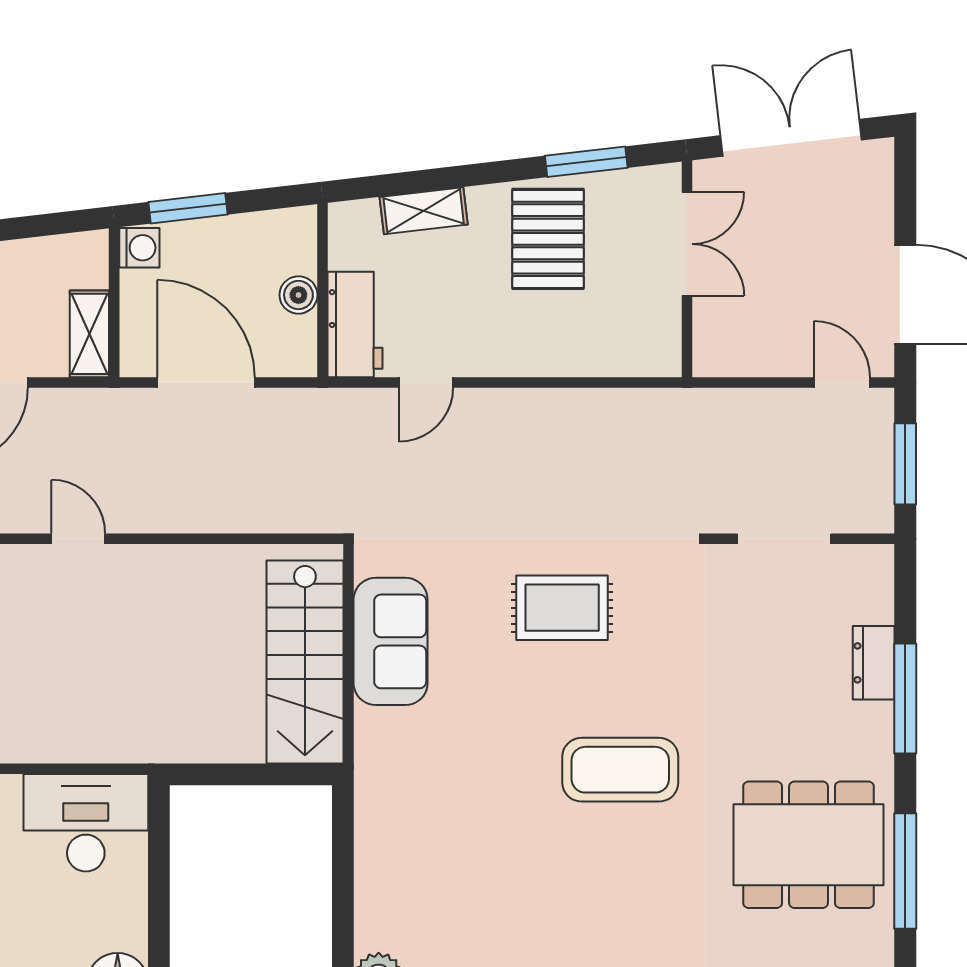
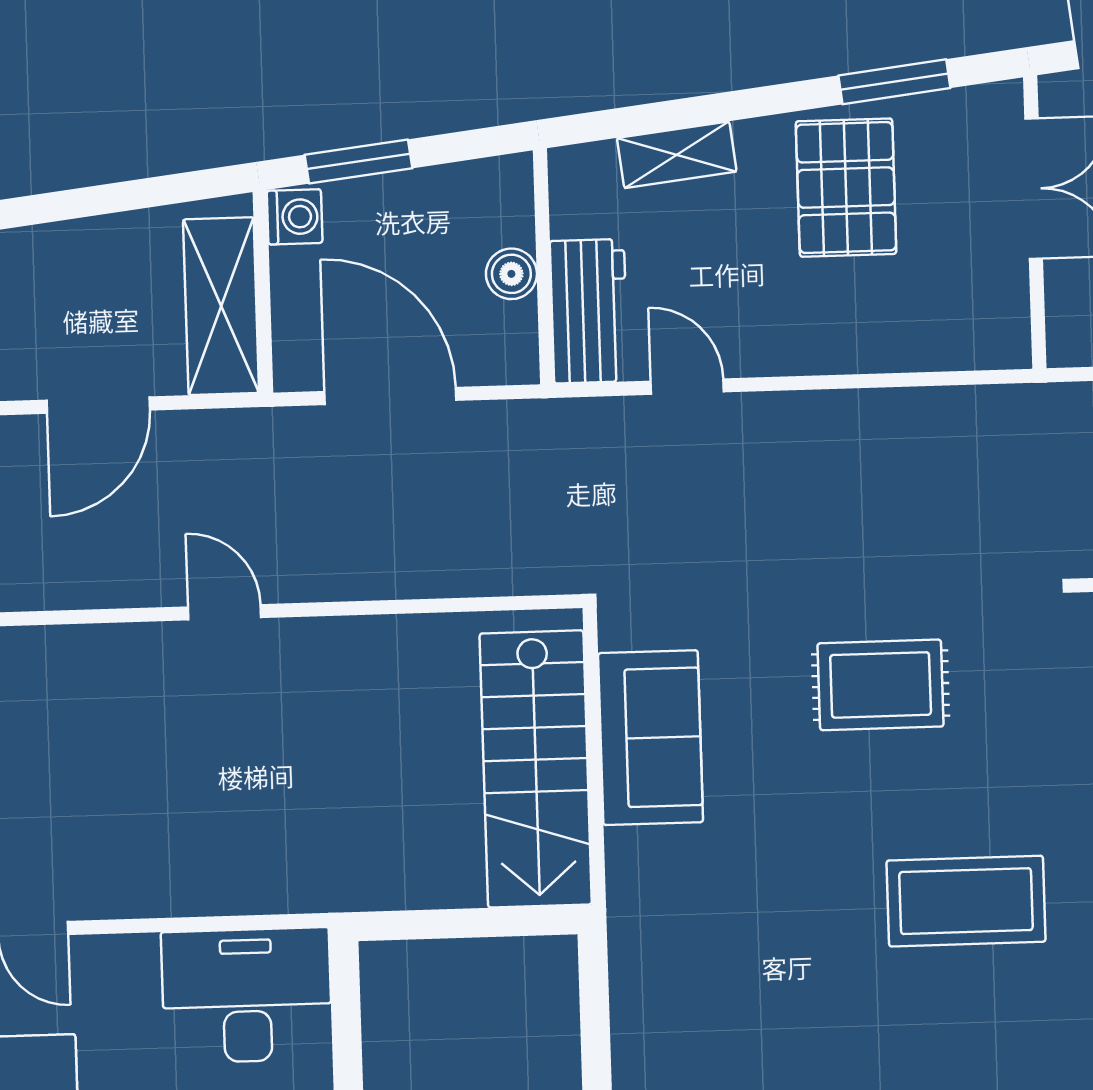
shelving: (89, 334) -> (221, 306), width x1.50, depth x1.33
door: (426, 383) -> (687, 387), swing flipped

